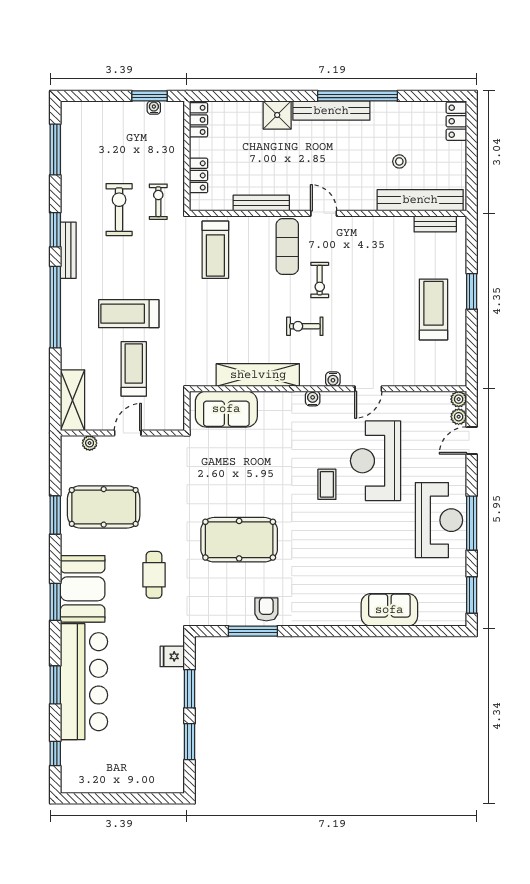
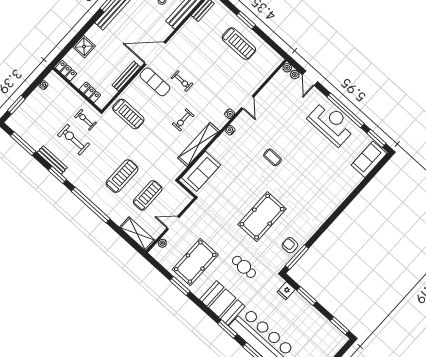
window: (149, 96) -> (16, 105), moved
shower: (277, 115) -> (84, 47), moved
door: (324, 213) -> (155, 53), width x1.87
bench: (68, 250) -> (52, 160), moved
treadmill: (433, 309) -> (239, 44), turned 180
treadmill: (129, 314) -> (122, 176), turned 180
exercise bike: (305, 326) -> (183, 120), moved
treadmill: (134, 369) -> (148, 195), turned 90
door: (128, 433) -> (173, 223), hinge flipped
reception desk: (375, 461) -> (281, 127), removed
window: (472, 523) -> (345, 110), width x1.46
window: (55, 602) -> (227, 329), moved
armchair: (266, 609) -> (290, 245), moved
sofa: (389, 610) -> (369, 159), moved
window: (253, 631) -> (297, 257), moved
window: (189, 742) -> (340, 326), moved

